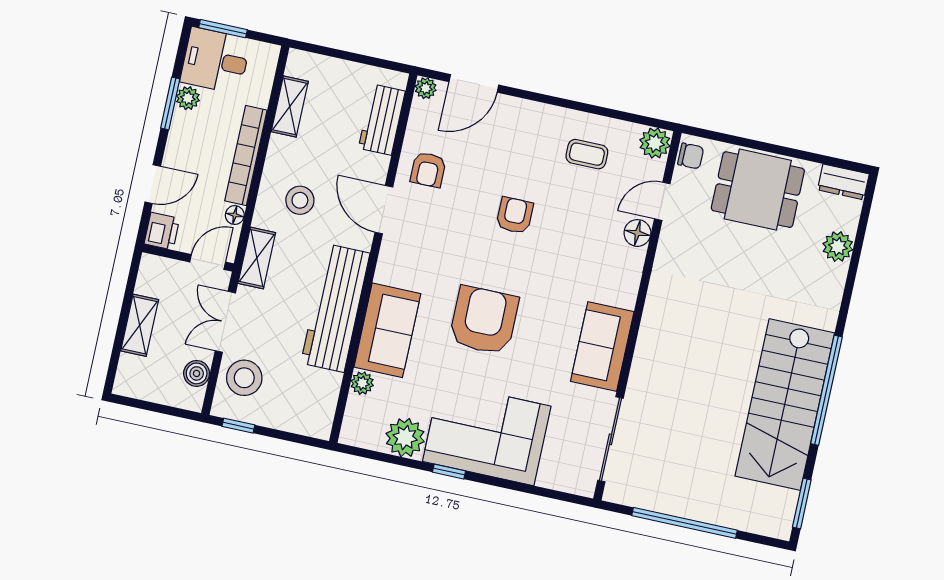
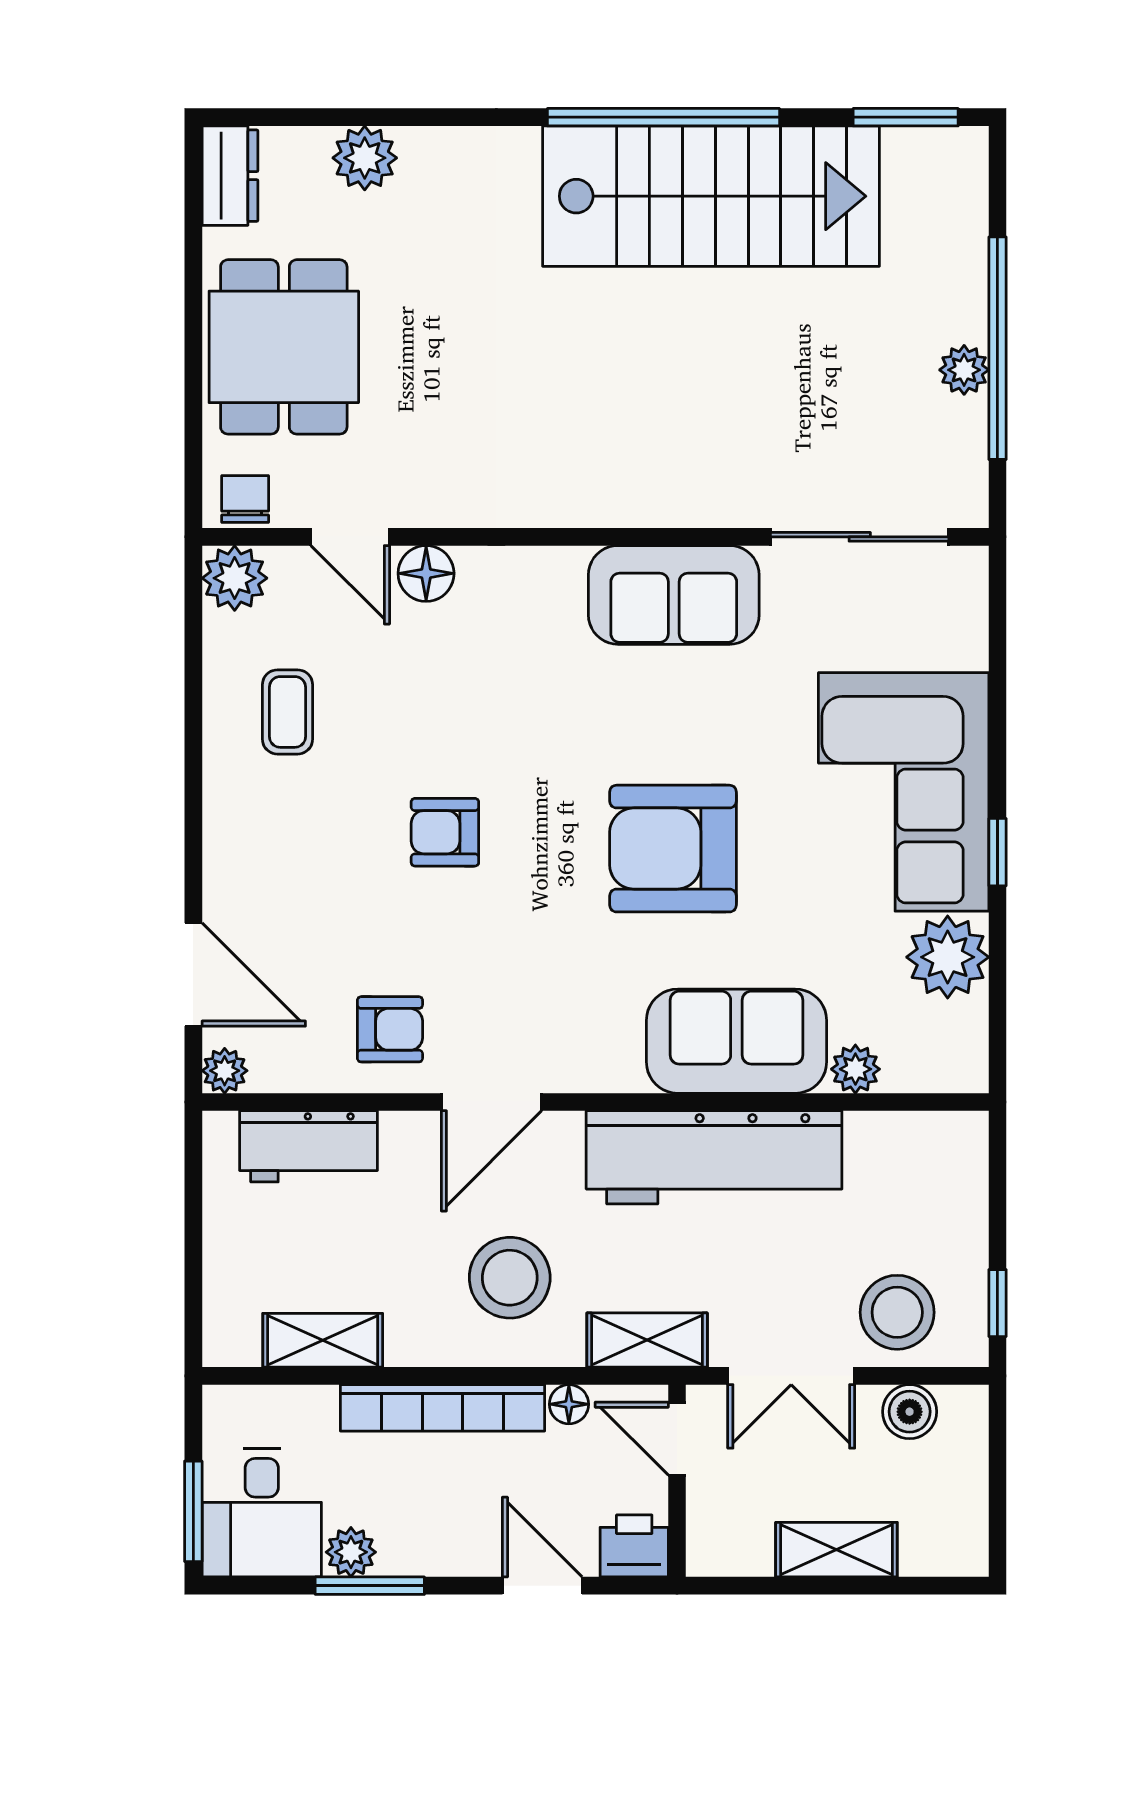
stool: (300, 200) -> (510, 1278), width x1.38, depth x1.38
plant: (678, 505) -> (964, 370), added

